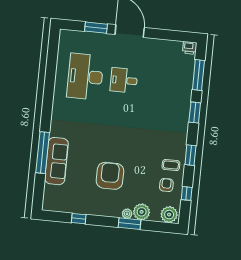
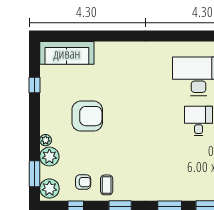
window: (43, 153) -> (106, 36), removed
sofa: (57, 161) -> (67, 53), moved
window: (129, 224) -> (34, 174), moved

